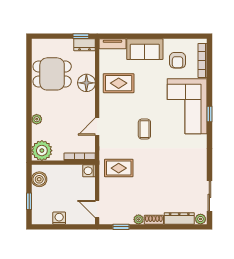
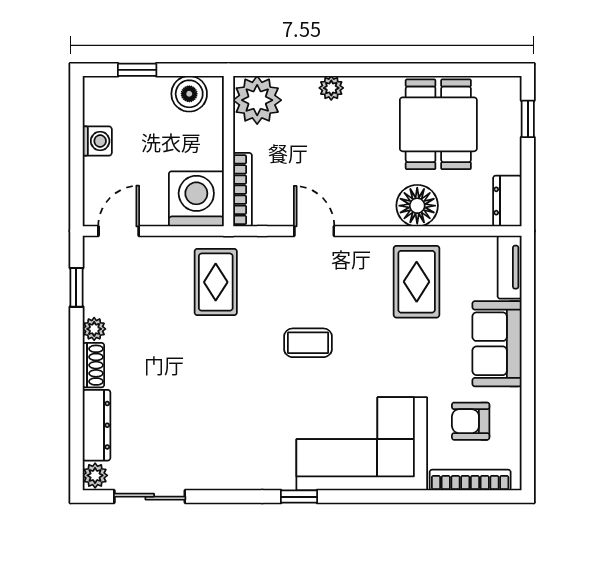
window: (81, 36) -> (528, 119), moved
window: (209, 114) -> (299, 497), moved
washing machine: (89, 171) -> (196, 199), width x1.89, depth x1.89

